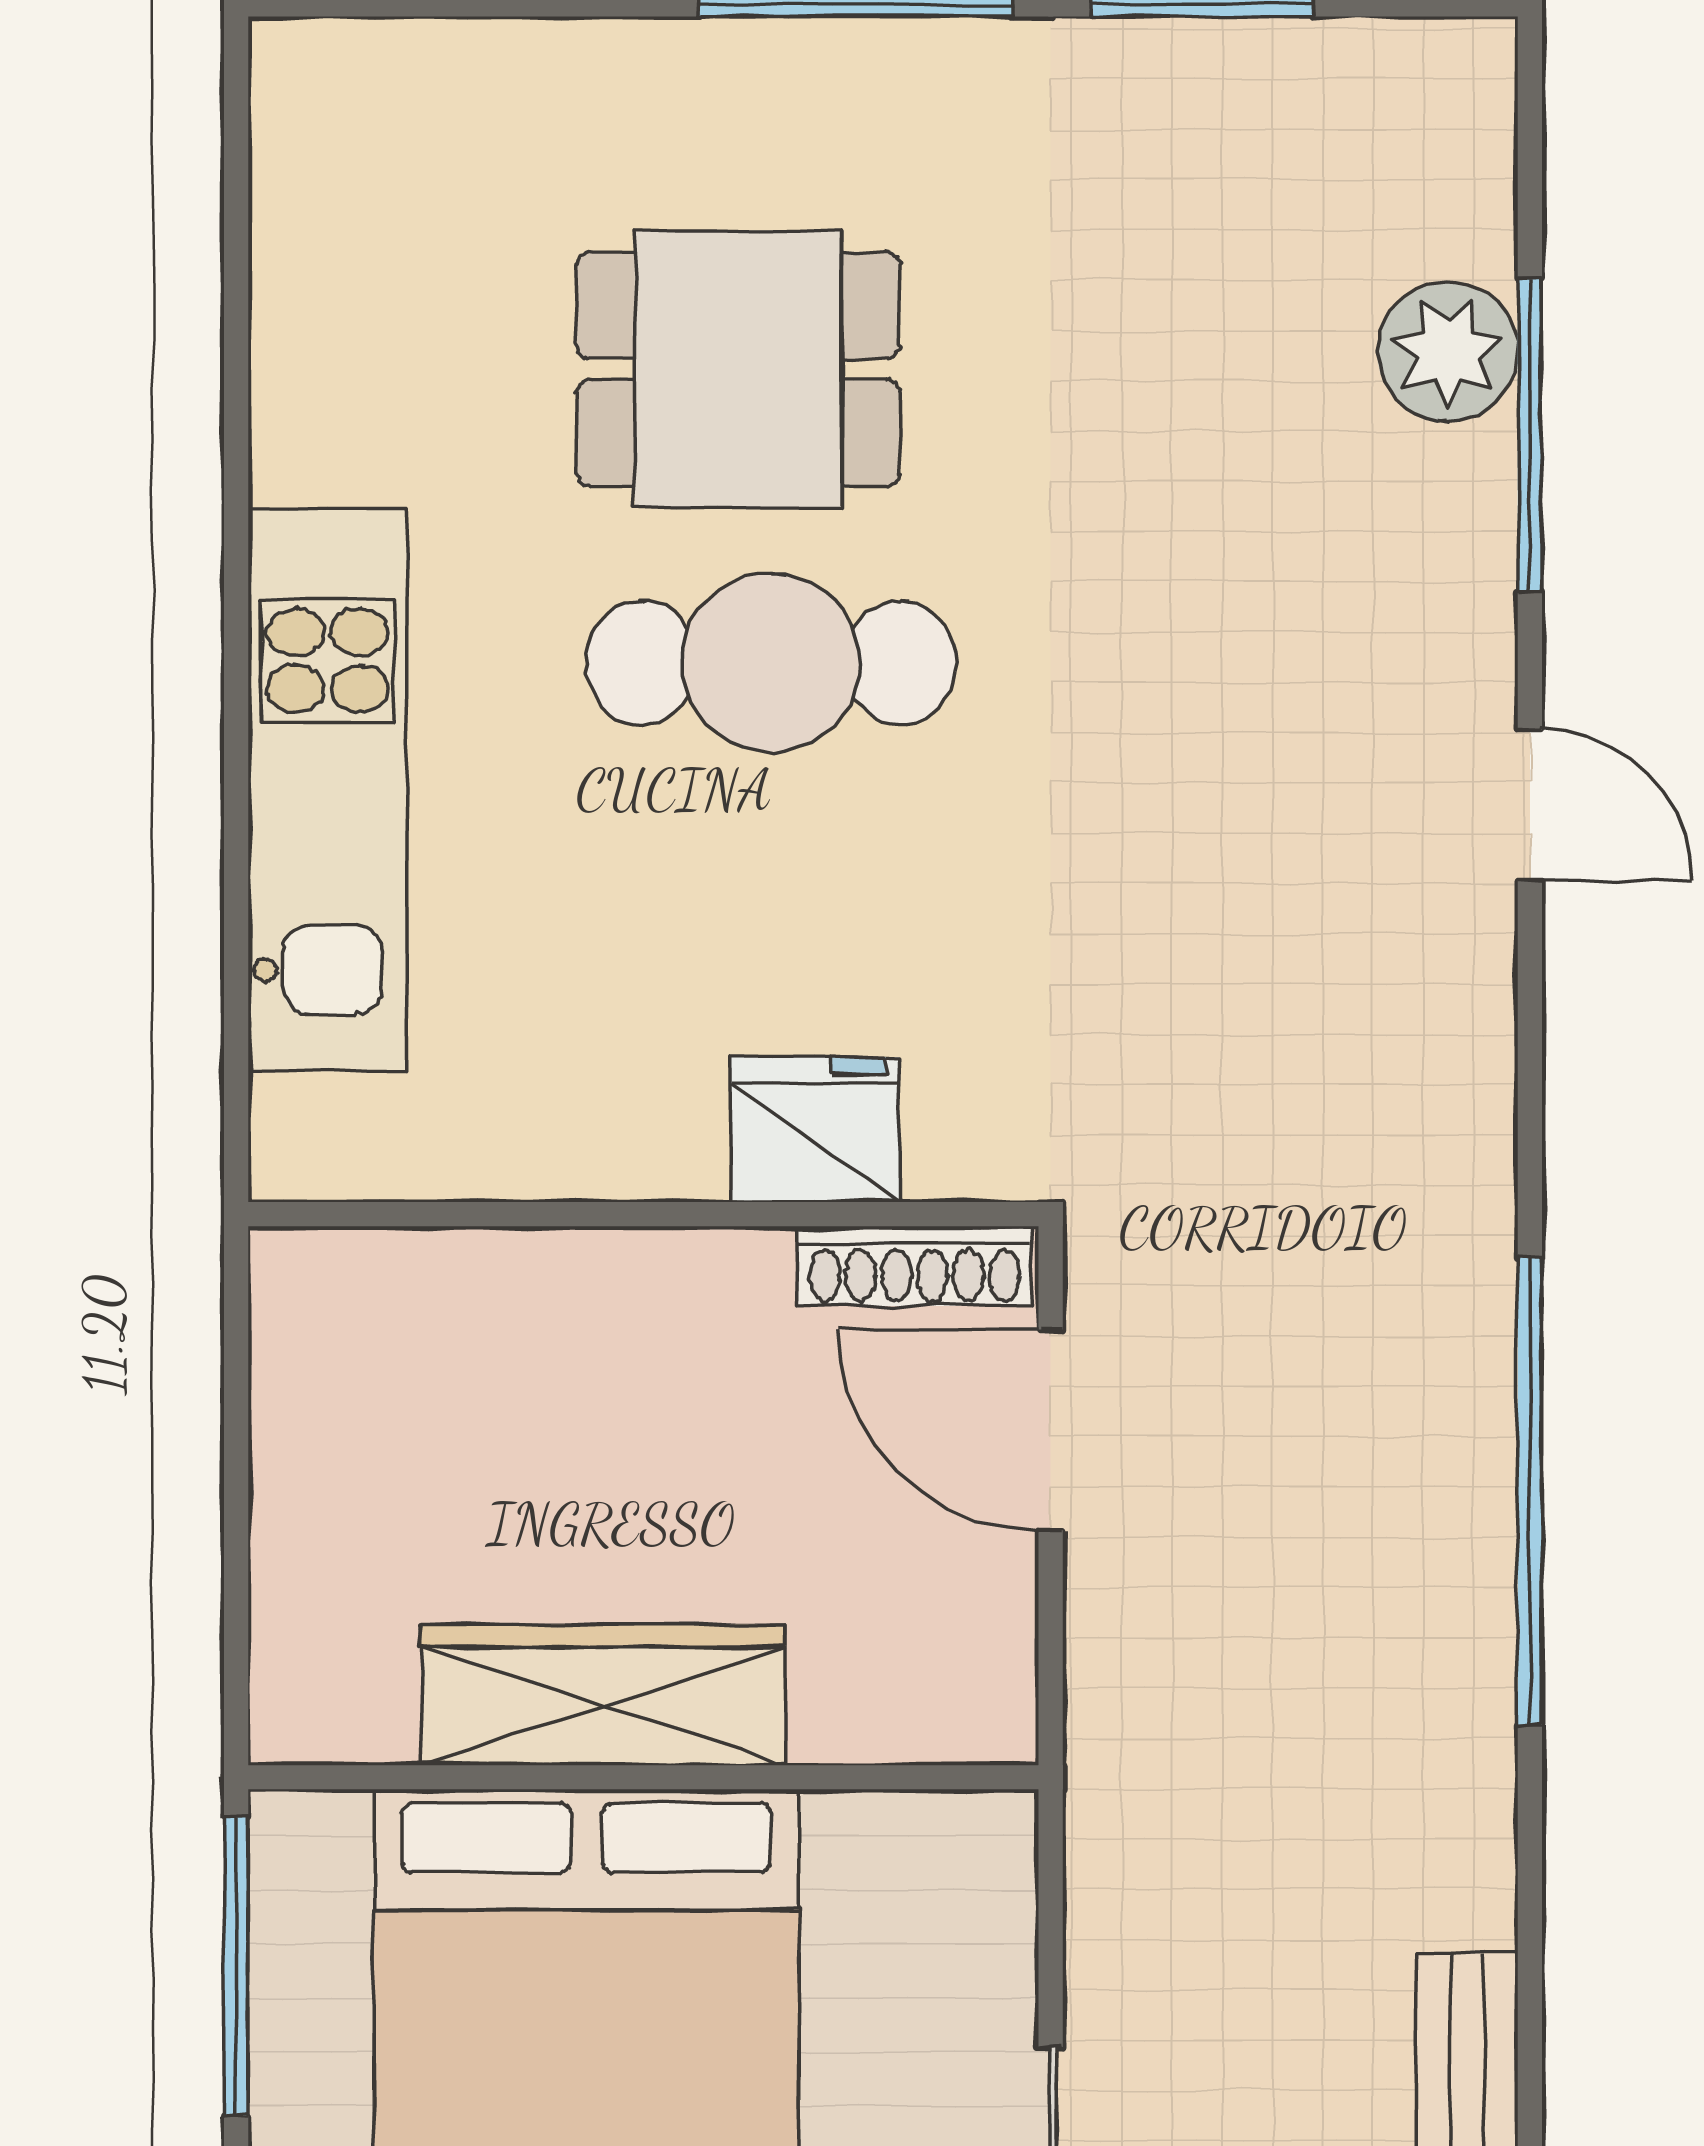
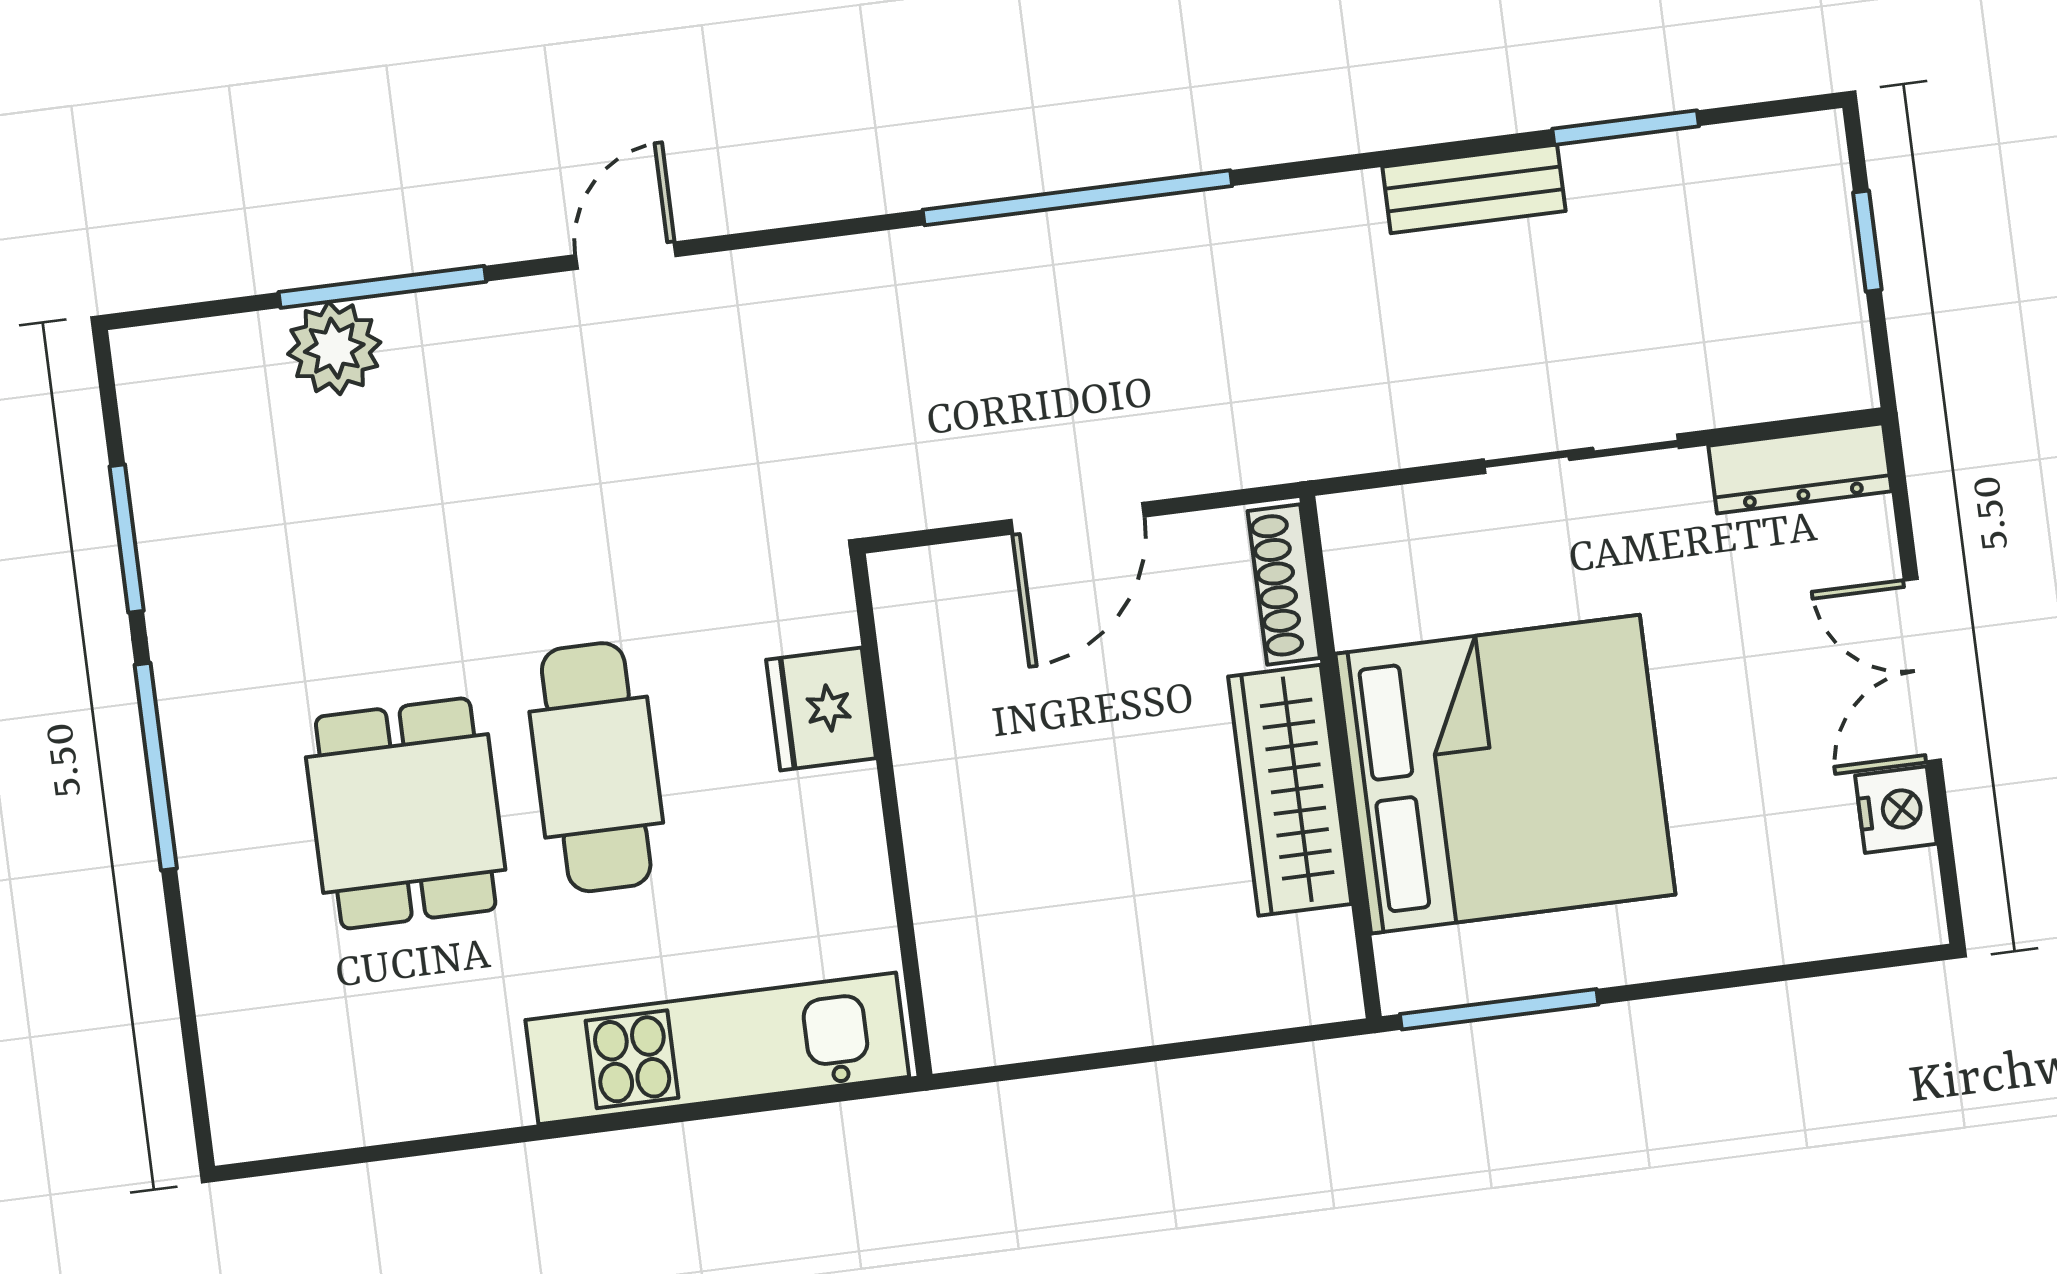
fridge: (815, 1130) -> (821, 709), moved
wall: (643, 1214) -> (891, 815), moved
shoe rack: (914, 1266) -> (1284, 585), moved, turned 180

